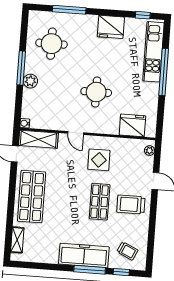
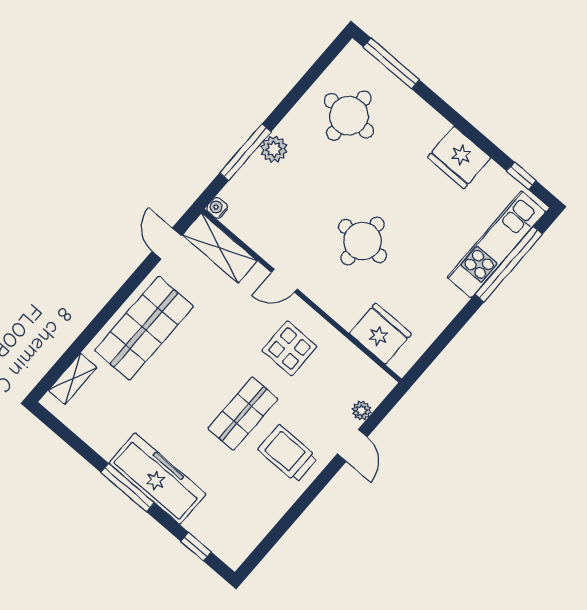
window: (69, 10) -> (391, 64), moved
window: (21, 68) -> (245, 152), moved
window: (164, 72) -> (509, 264), moved
door: (76, 133) -> (284, 281), hinge flipped
plant: (149, 151) -> (362, 411), moved
trolley: (127, 251) -> (230, 521), removed
window: (90, 270) -> (128, 488), moved

